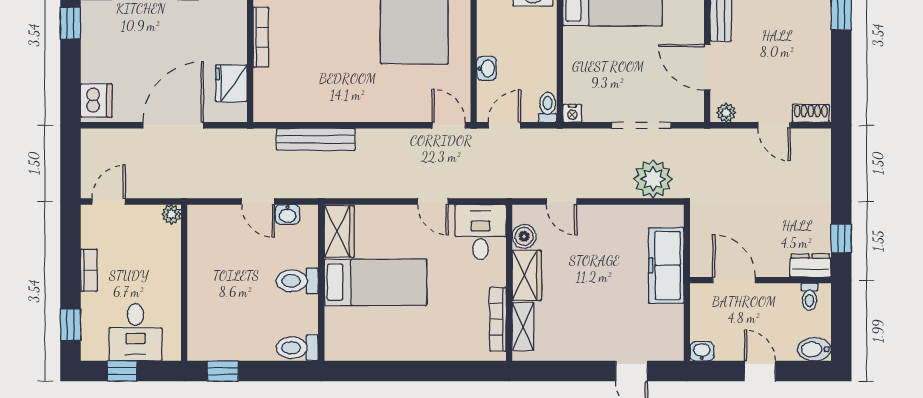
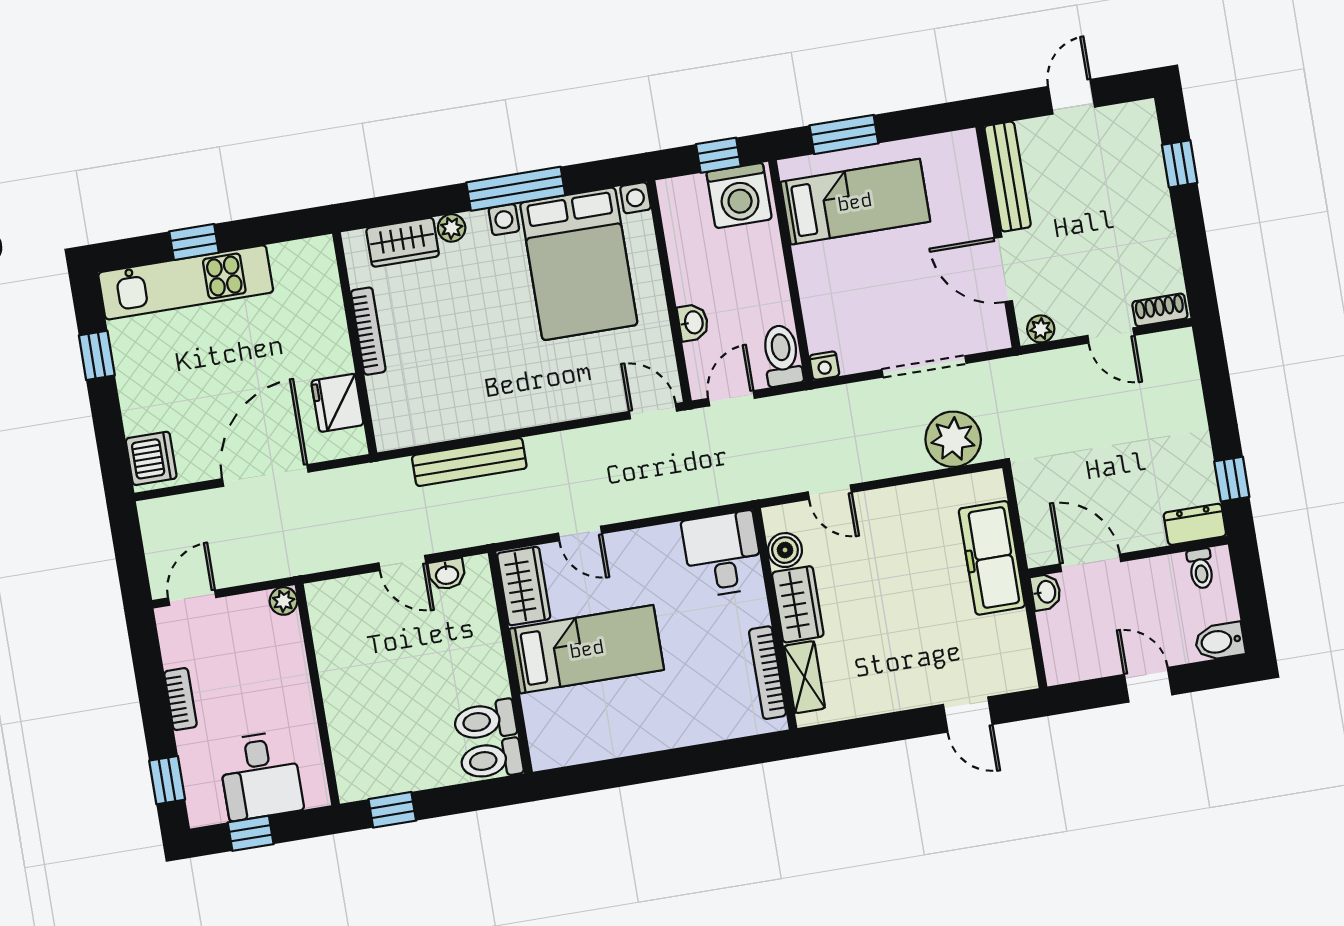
toilet: (548, 107) -> (782, 355), width x1.37, depth x1.39
door: (433, 201) -> (580, 533), moved
toilet: (297, 281) -> (485, 721), moved
washbasin: (702, 351) -> (1046, 592), moved, turned 90

